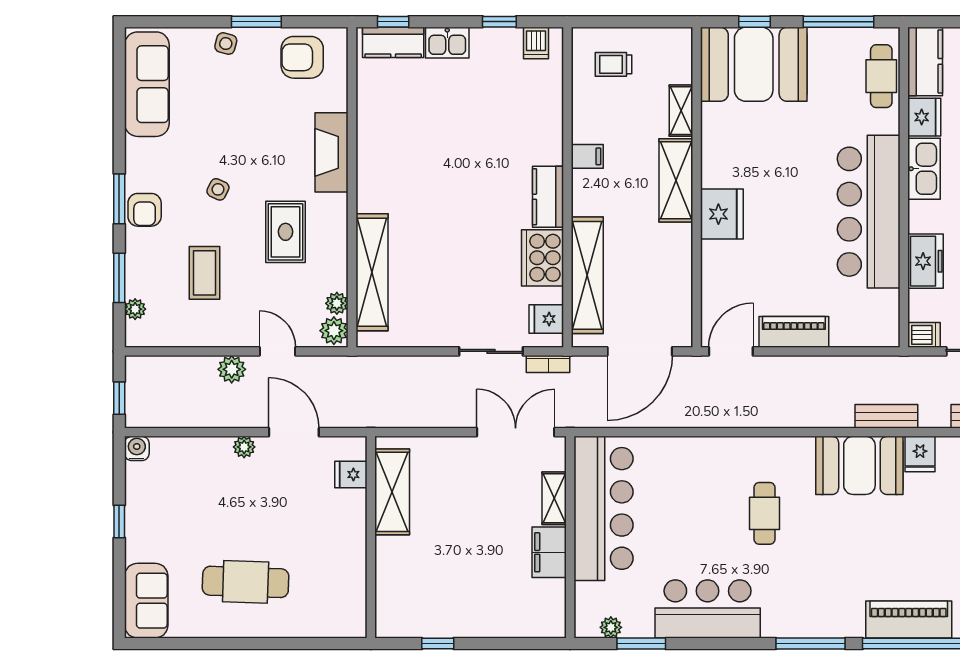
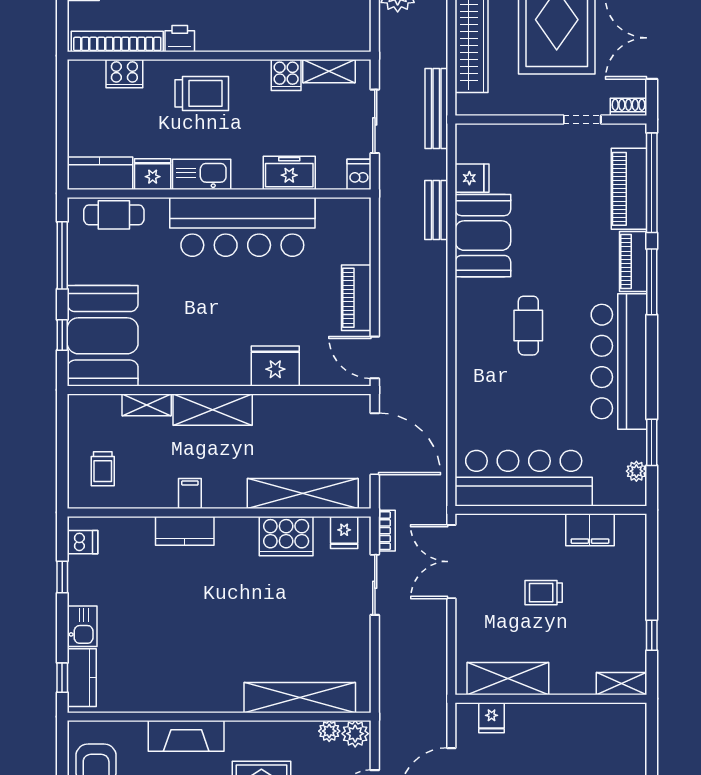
kitchen counter: (548, 197) -> (185, 531), moved
fridge: (722, 214) -> (275, 366), moved
shelving: (554, 498) -> (622, 684), moved
cafe table: (765, 513) -> (528, 326), turned 90
trolley: (483, 529) -> (544, 593), added
filing cabinet: (549, 552) -> (590, 530), moved
bar counter: (708, 609) -> (619, 361), width x1.36
piano: (832, 624) -> (633, 262), added

